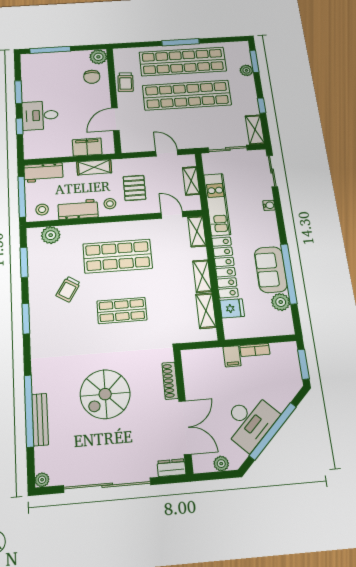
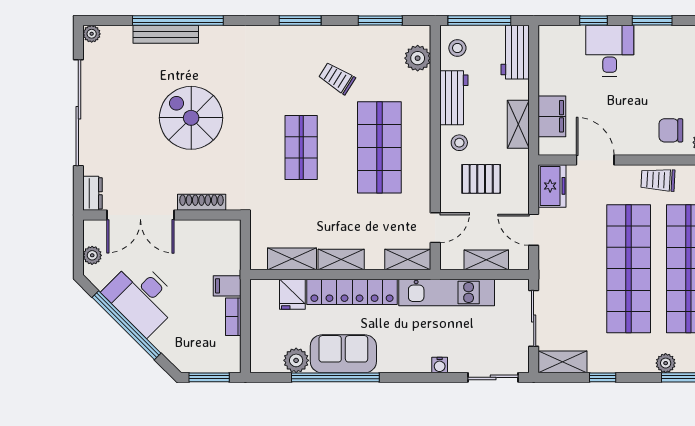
freezer: (135, 144) -> (552, 186), added
door: (167, 153) -> (534, 230), swing flipped

